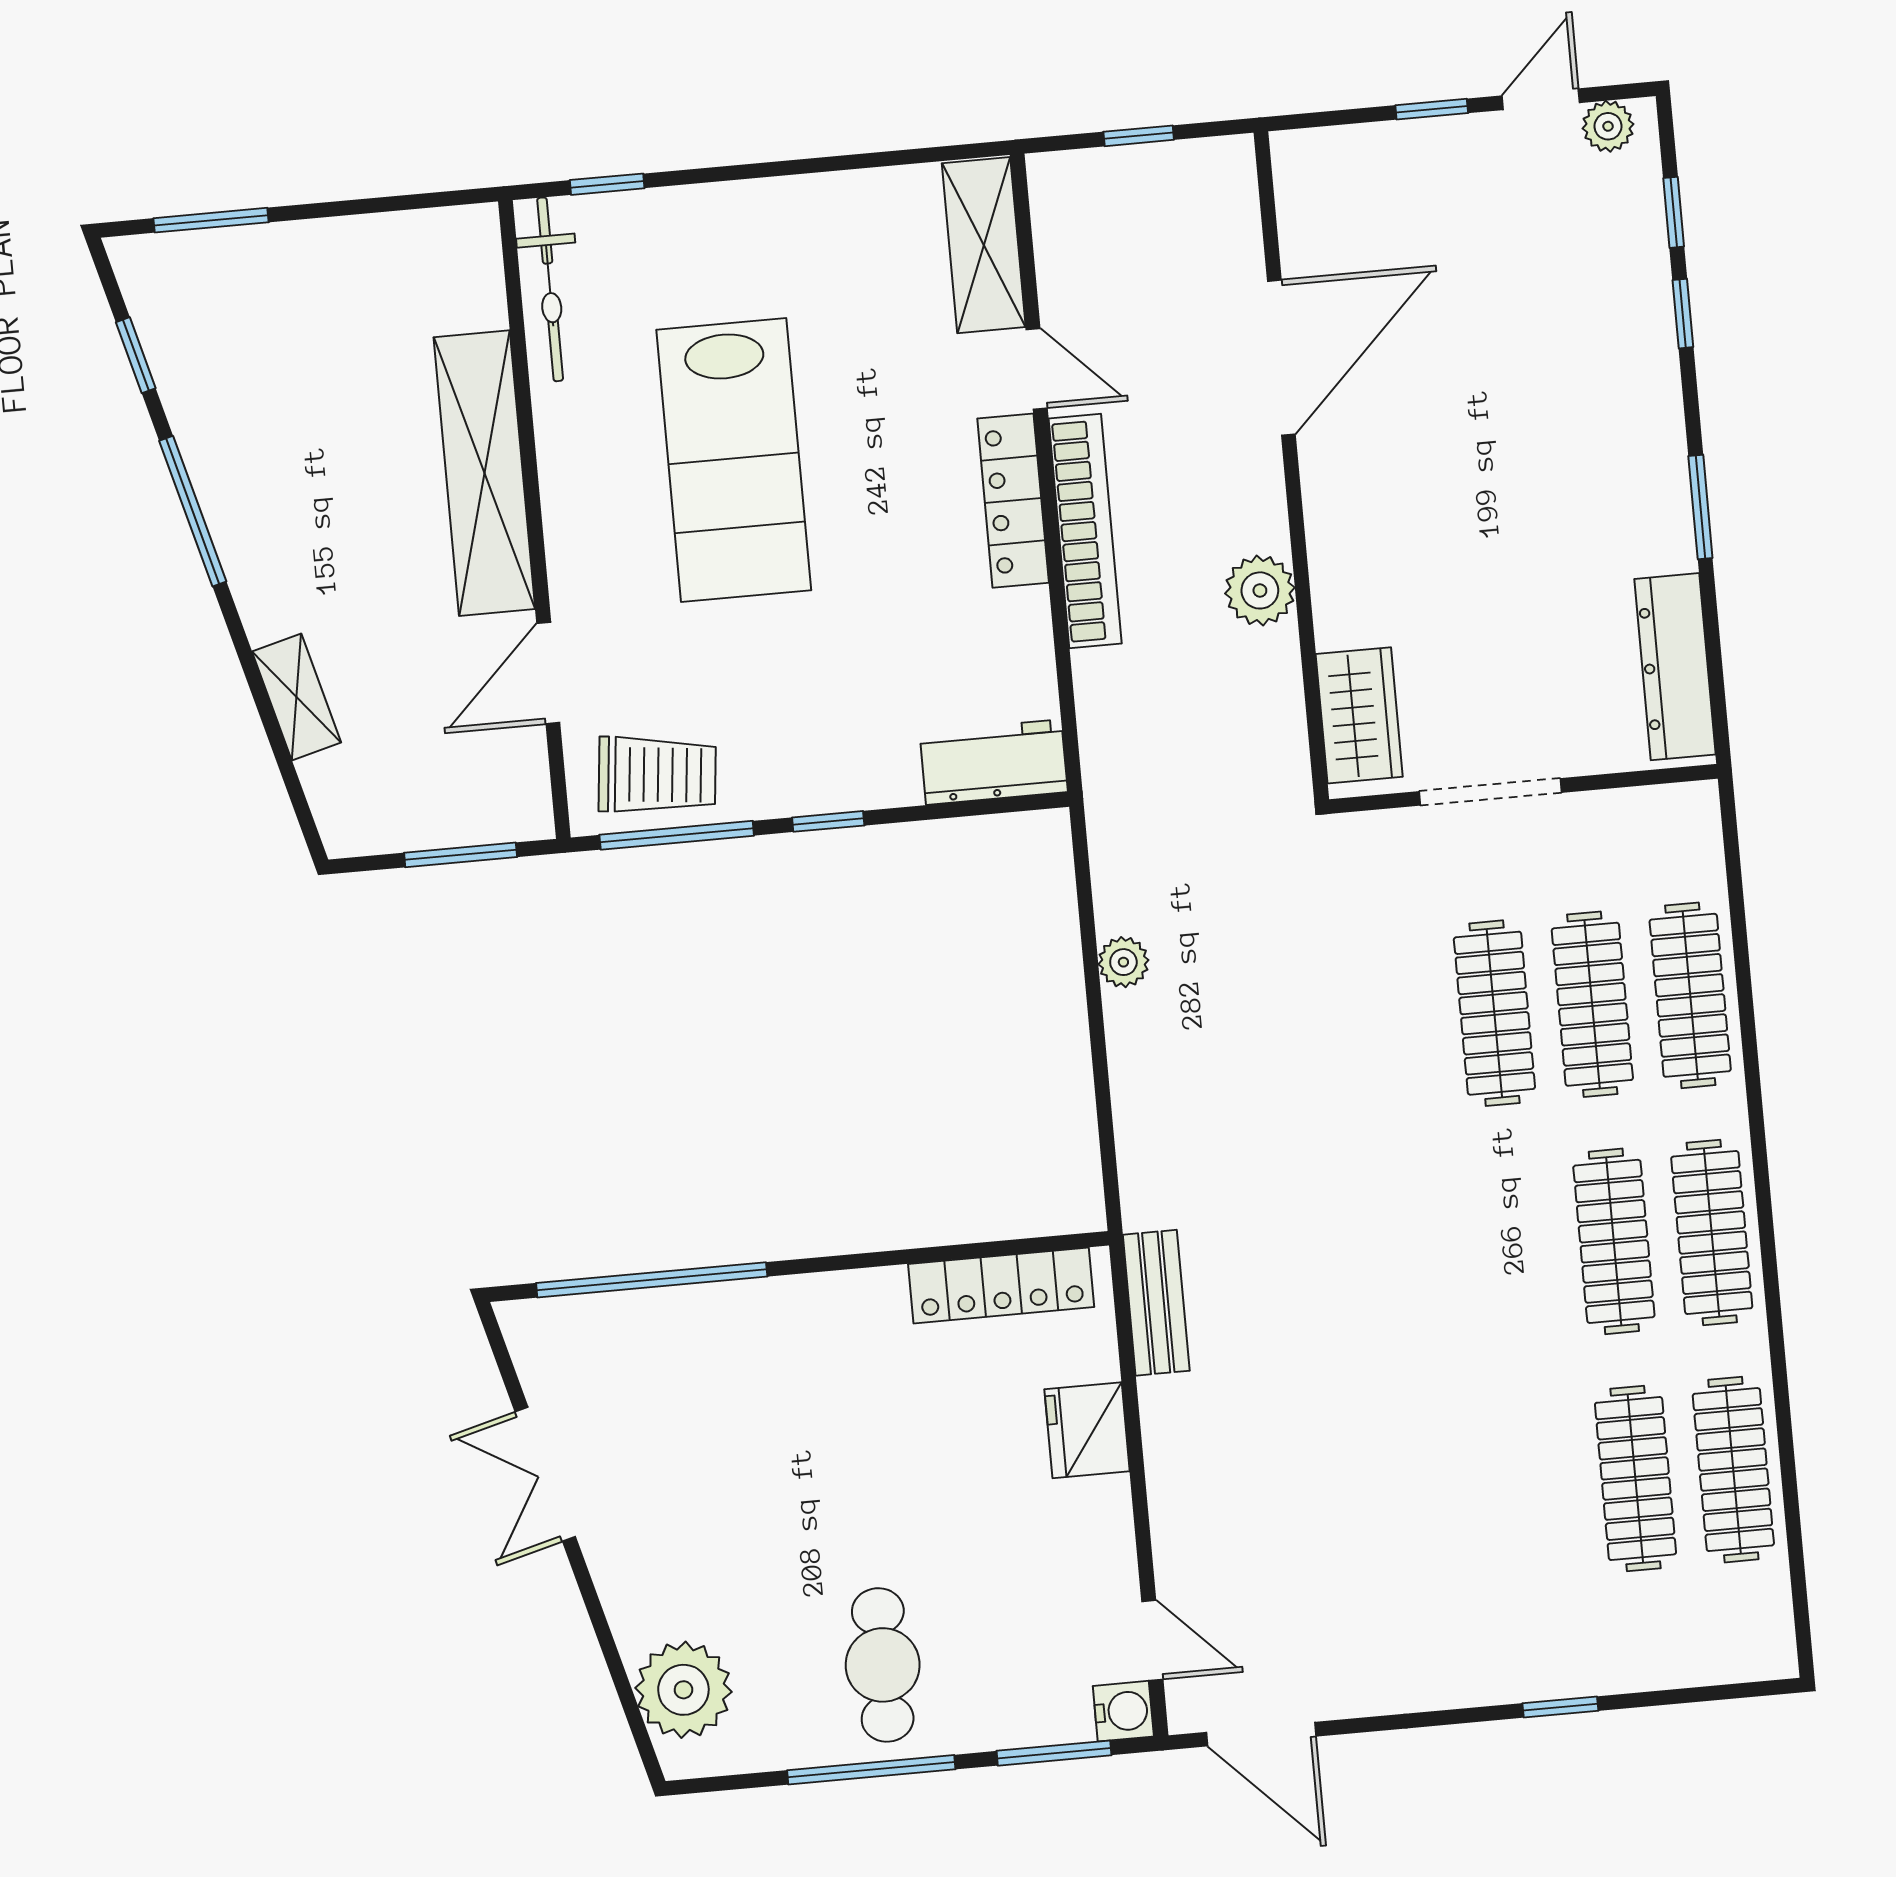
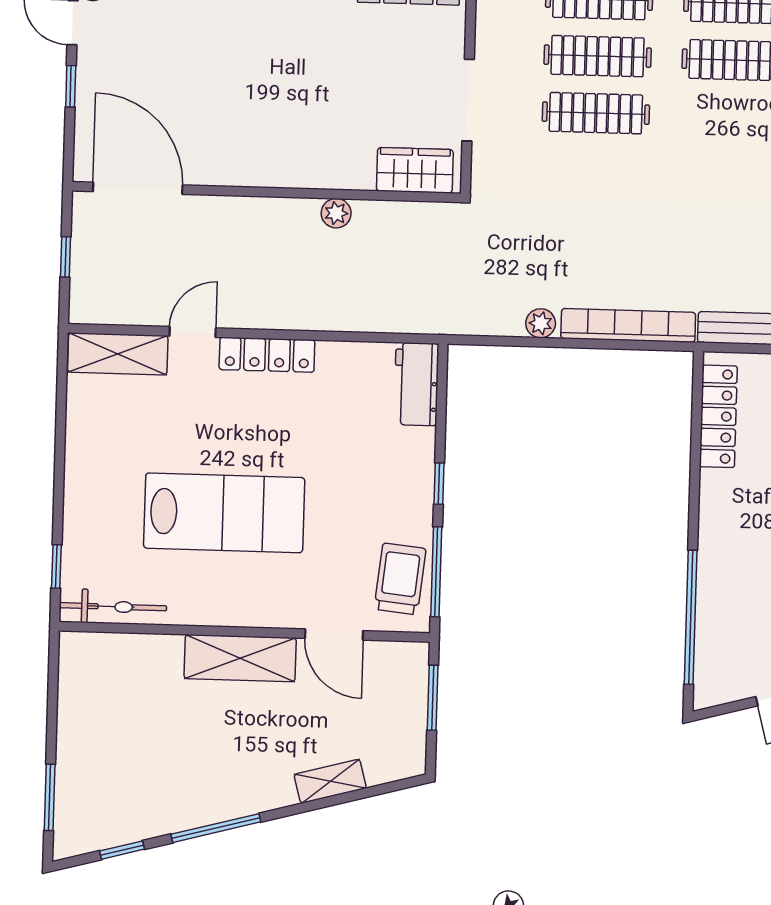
door: (1281, 358) -> (138, 188), moved
shelving: (484, 473) -> (240, 658), width x0.68
bookcase: (1085, 531) -> (628, 325), moved
plant: (1260, 590) -> (336, 213), width x0.73, depth x0.73

